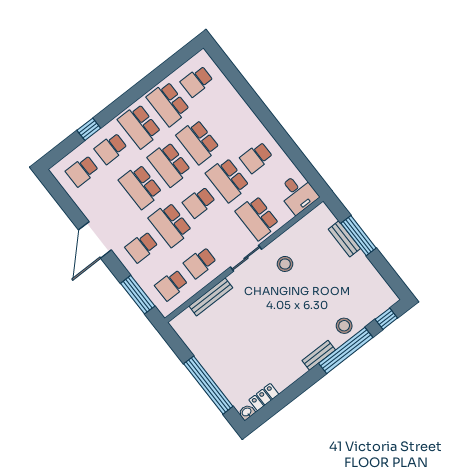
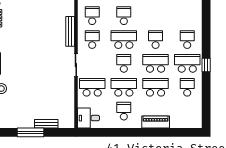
school desk: (197, 81) -> (187, 111), removed
school desk: (168, 104) -> (187, 87), width x0.54
piano: (240, 109) -> (156, 122), added
window: (89, 129) -> (206, 65), moved
school desk: (82, 171) -> (187, 16), removed
school desk: (141, 187) -> (156, 40), width x0.54
window: (359, 236) -> (30, 132), moved
stool: (285, 264) -> (57, 83), removed

